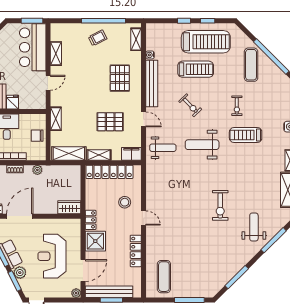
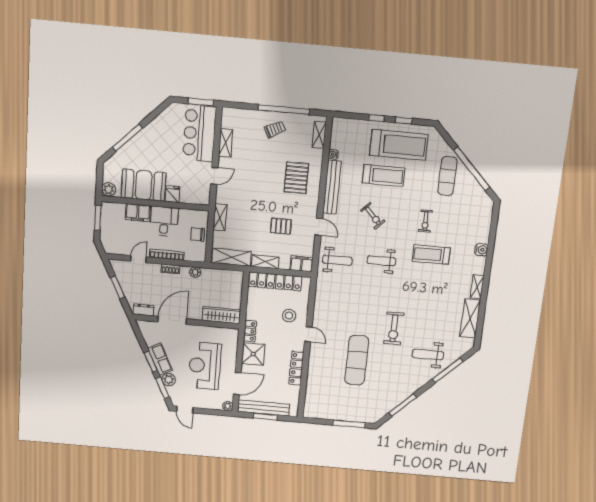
pallet: (110, 122) -> (281, 226), width x0.67, depth x0.71
weight bench: (202, 145) -> (381, 261), width x0.73, depth x0.75
wardrobe: (69, 207) -> (221, 315), width x1.50
weight bench: (254, 227) -> (428, 355), turned -90
exercise mat: (164, 277) -> (357, 360), moved, width x1.36, depth x1.45

